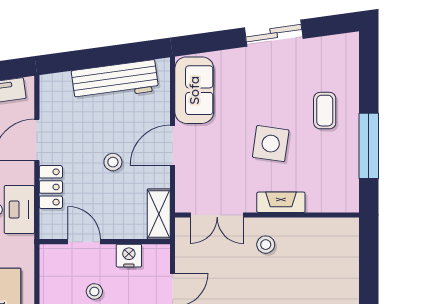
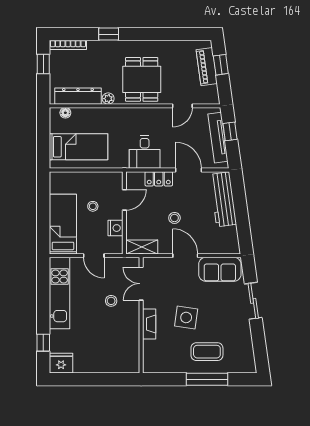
sliding door: (274, 33) -> (253, 301), moved
workbench: (115, 81) -> (223, 199), moved
coffee table: (325, 111) -> (207, 352), width x1.36, depth x1.30
window: (369, 146) -> (207, 379), moved
stool: (266, 245) -> (111, 301), moved

